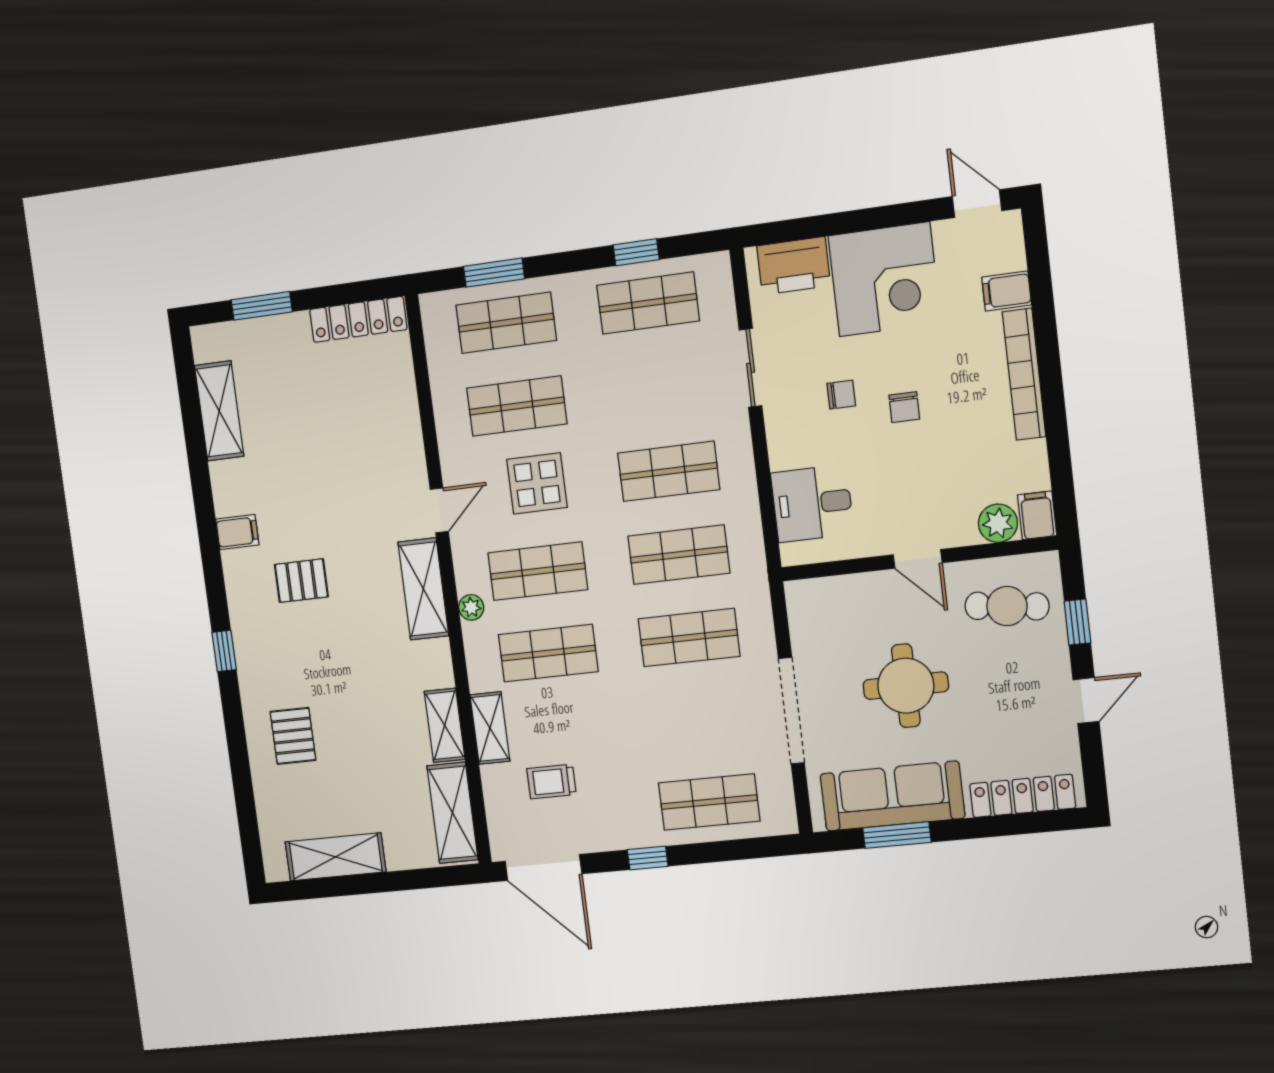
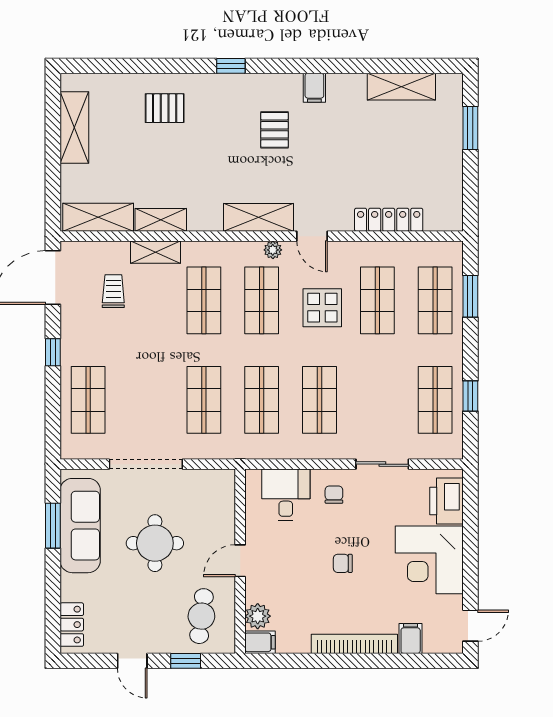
locker: (358, 319) -> (389, 220), moved, turned 90
chair: (841, 395) -> (334, 495), moved, turned 180
plant: (471, 607) -> (273, 250), moved
locker: (1023, 796) -> (72, 625), width x0.66

